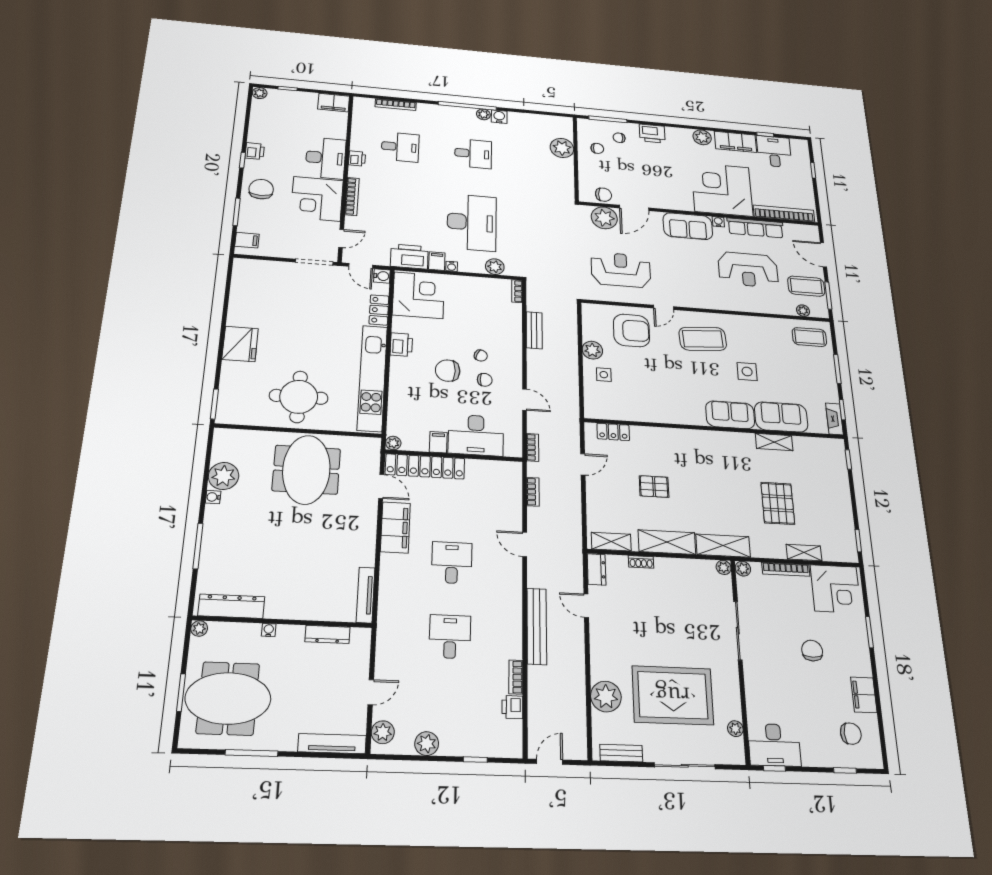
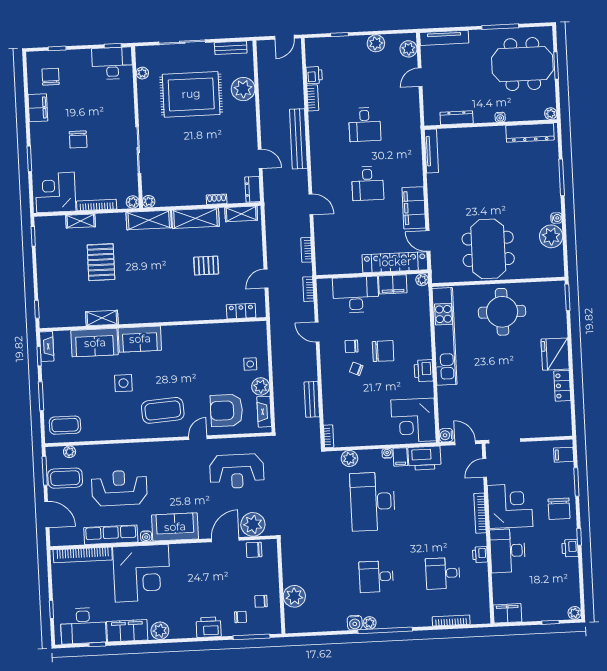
desk: (774, 151) -> (83, 626), width x1.37
locker: (379, 310) -> (562, 386), moved, turned 180
fireplace: (589, 324) -> (264, 412), added
filing cabinet: (438, 442) -> (393, 284), width x2.00
chair: (851, 734) -> (51, 77), turned 90

